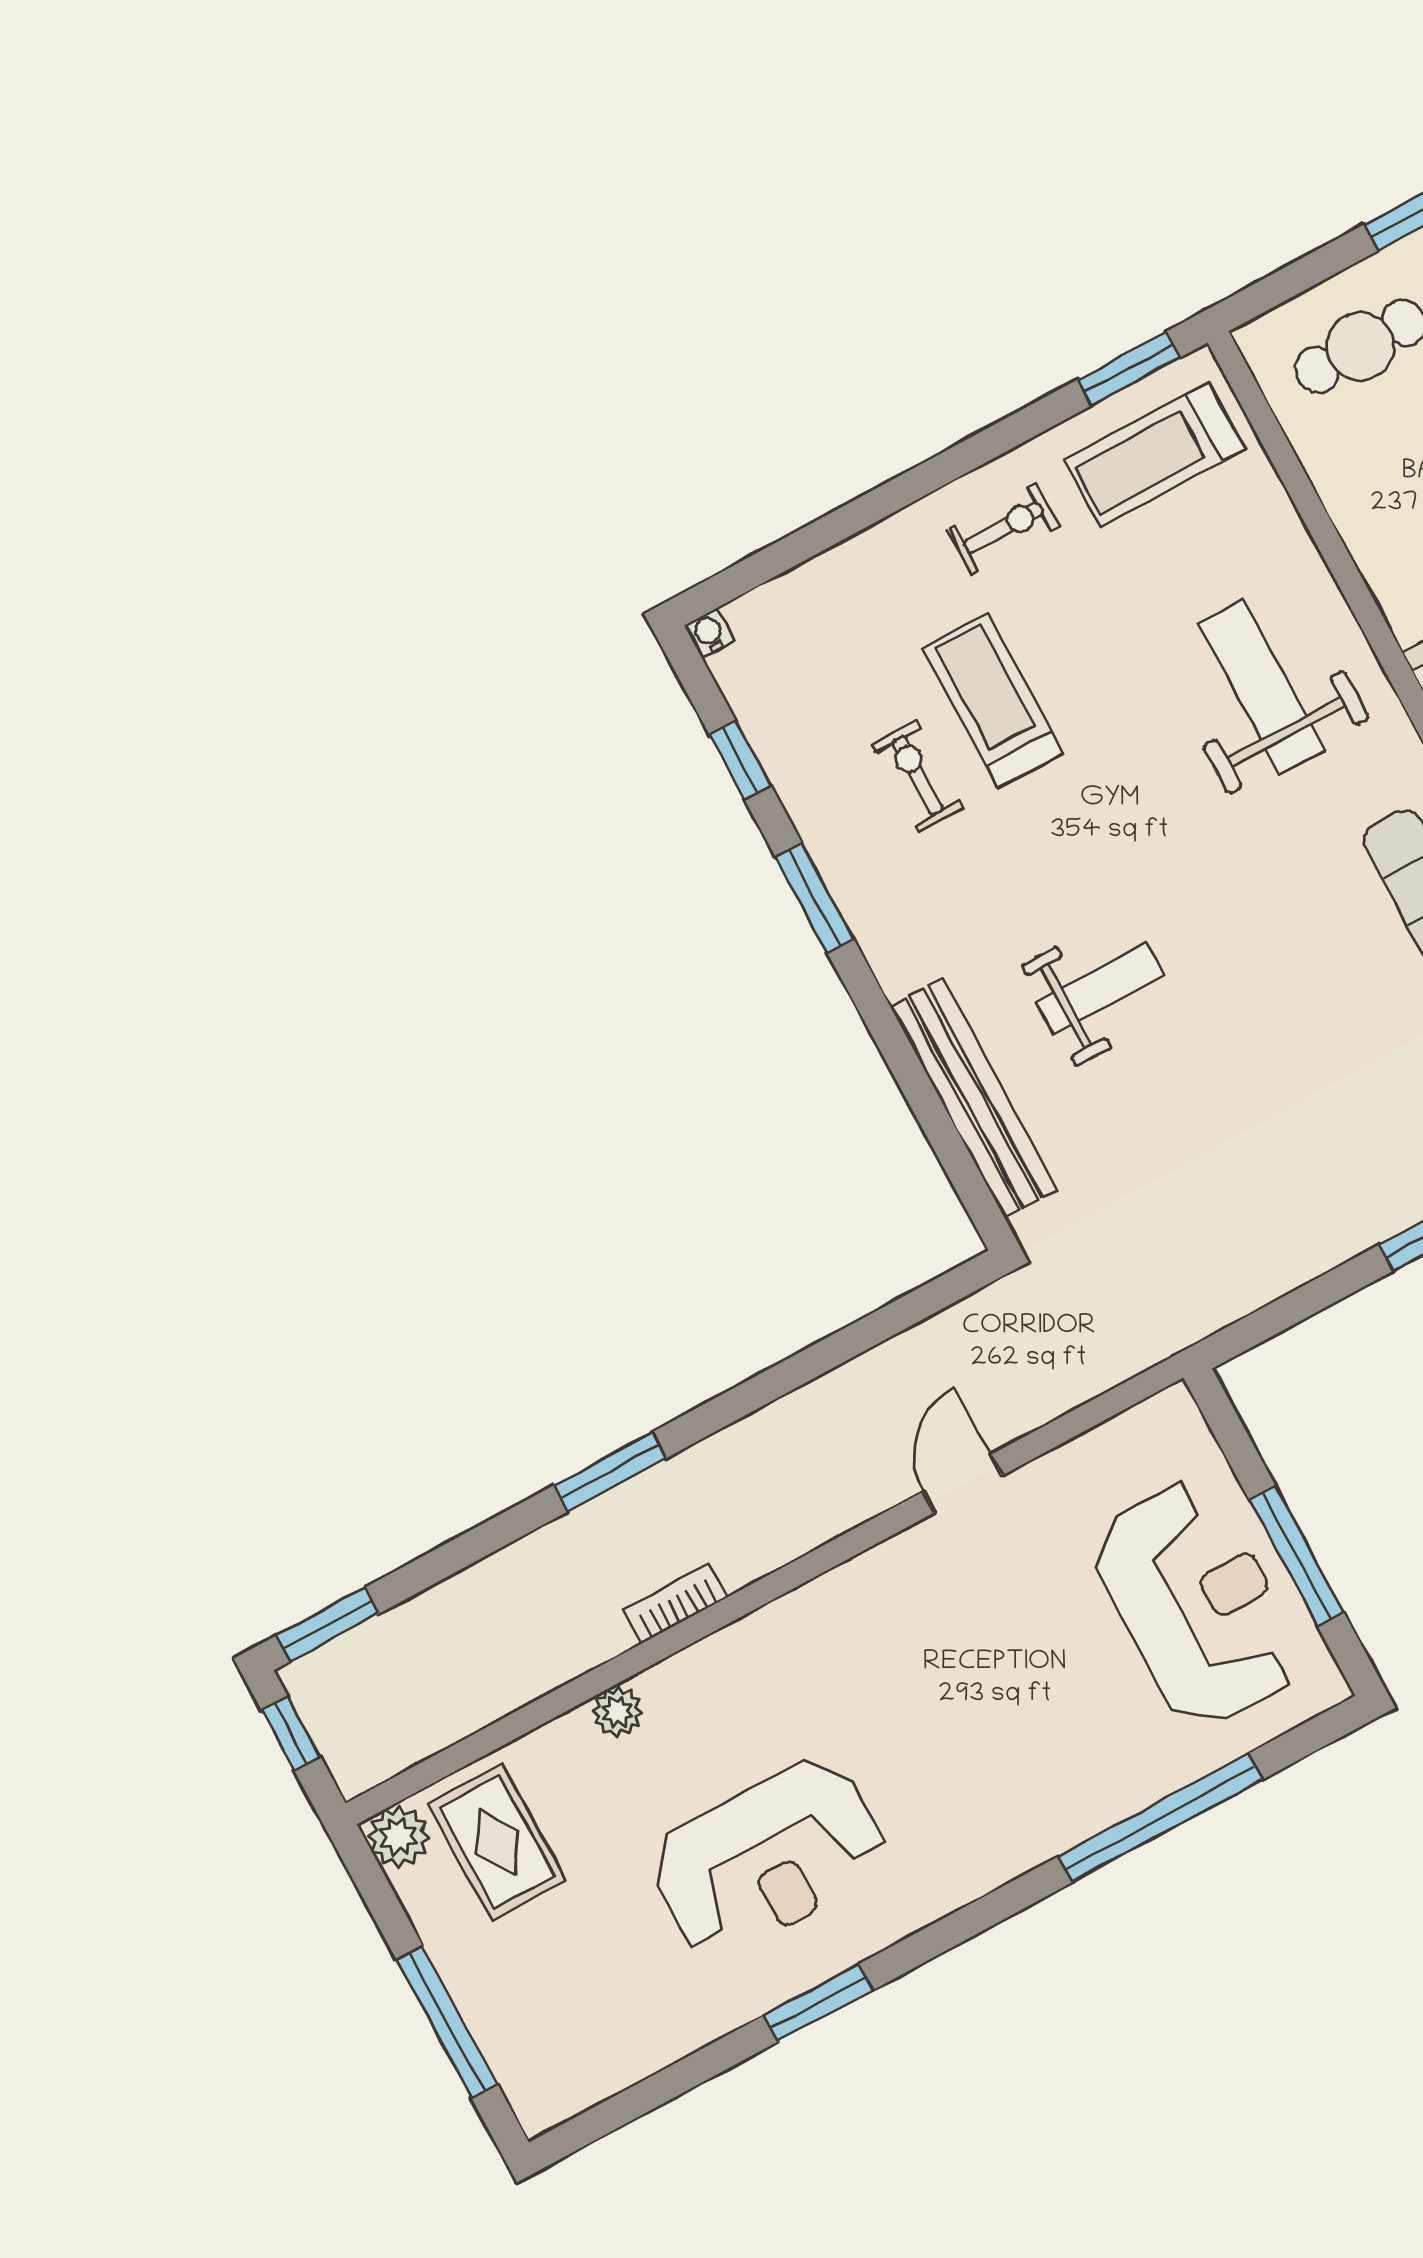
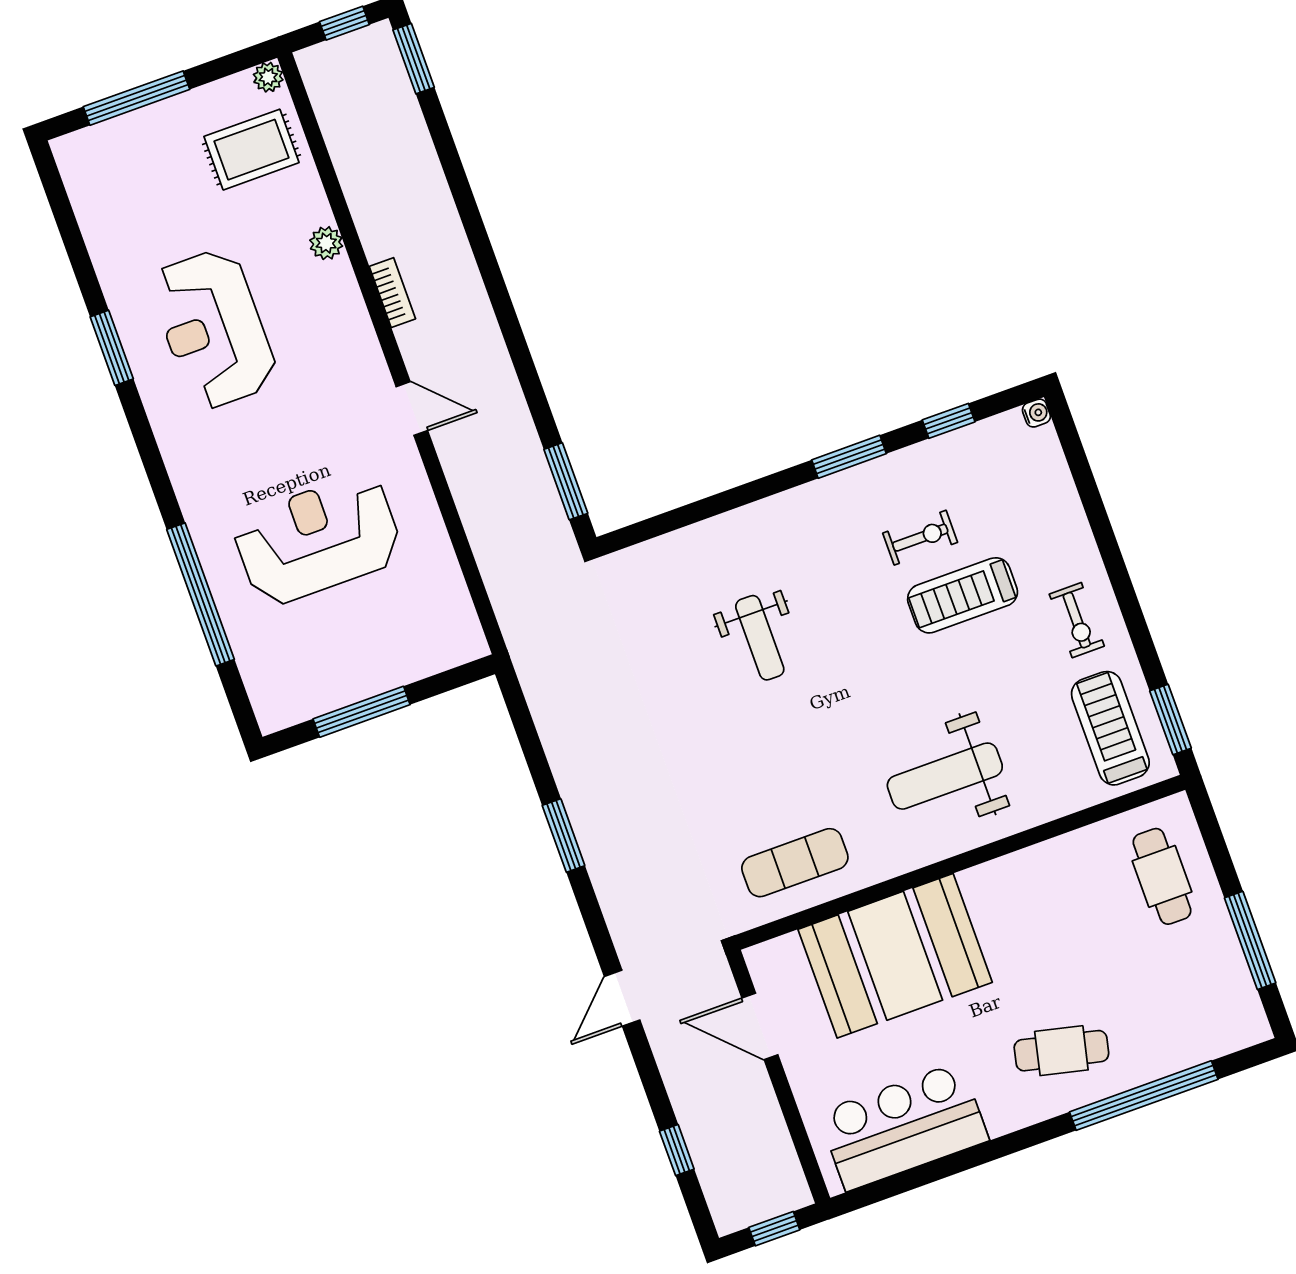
weight bench: (1261, 687) -> (945, 776), turned 180
treadmill: (993, 701) -> (963, 595), turned 180
bench: (974, 1098) -> (699, 543), removed
window: (610, 1472) -> (566, 481), moved
door: (963, 1483) -> (412, 409), moved
reception desk: (1197, 1604) -> (318, 539), moved, turned 180
plant: (399, 1837) -> (268, 77), width x0.73, depth x0.73

